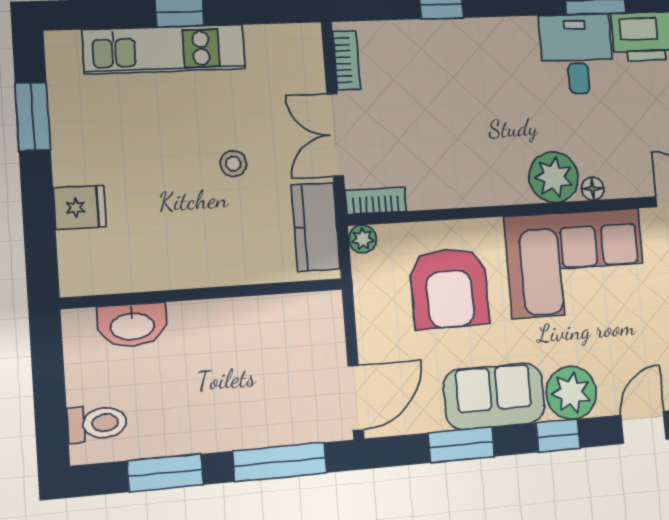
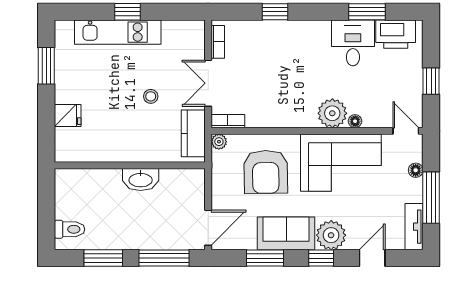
washbasin: (132, 325) -> (141, 180), moved

